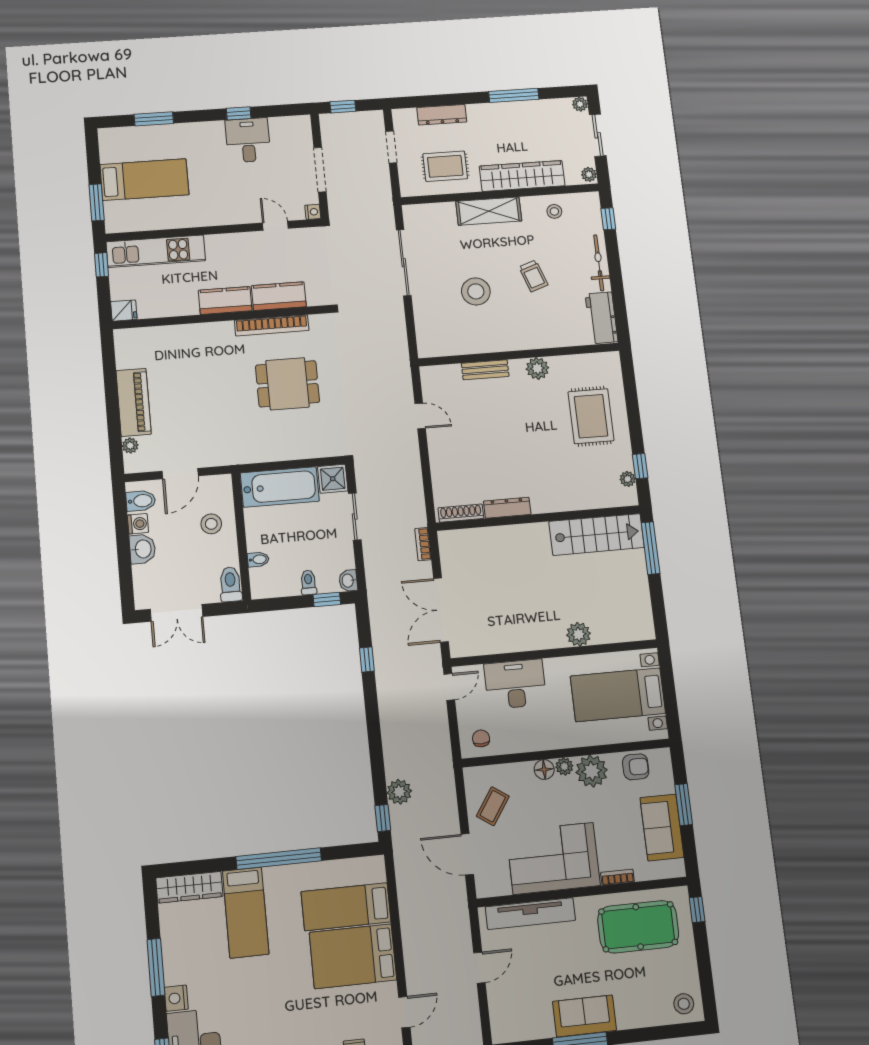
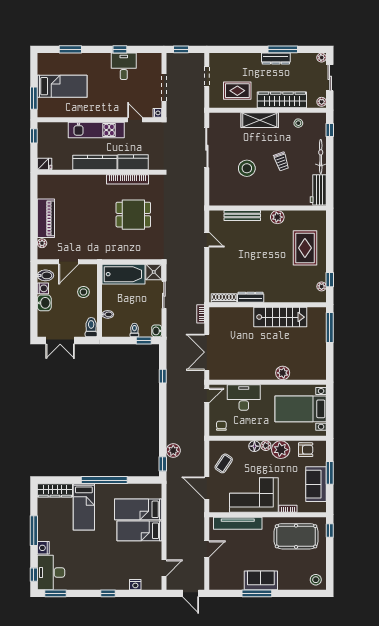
dresser: (442, 115) -> (276, 59), moved
kitchen unit: (156, 251) -> (96, 130), moved
kitchen counter: (225, 301) -> (95, 163), width x1.50
bench: (485, 370) -> (242, 215), width x1.36
stairs: (597, 534) -> (280, 317), moved
bed: (353, 956) -> (139, 531), width x0.67

